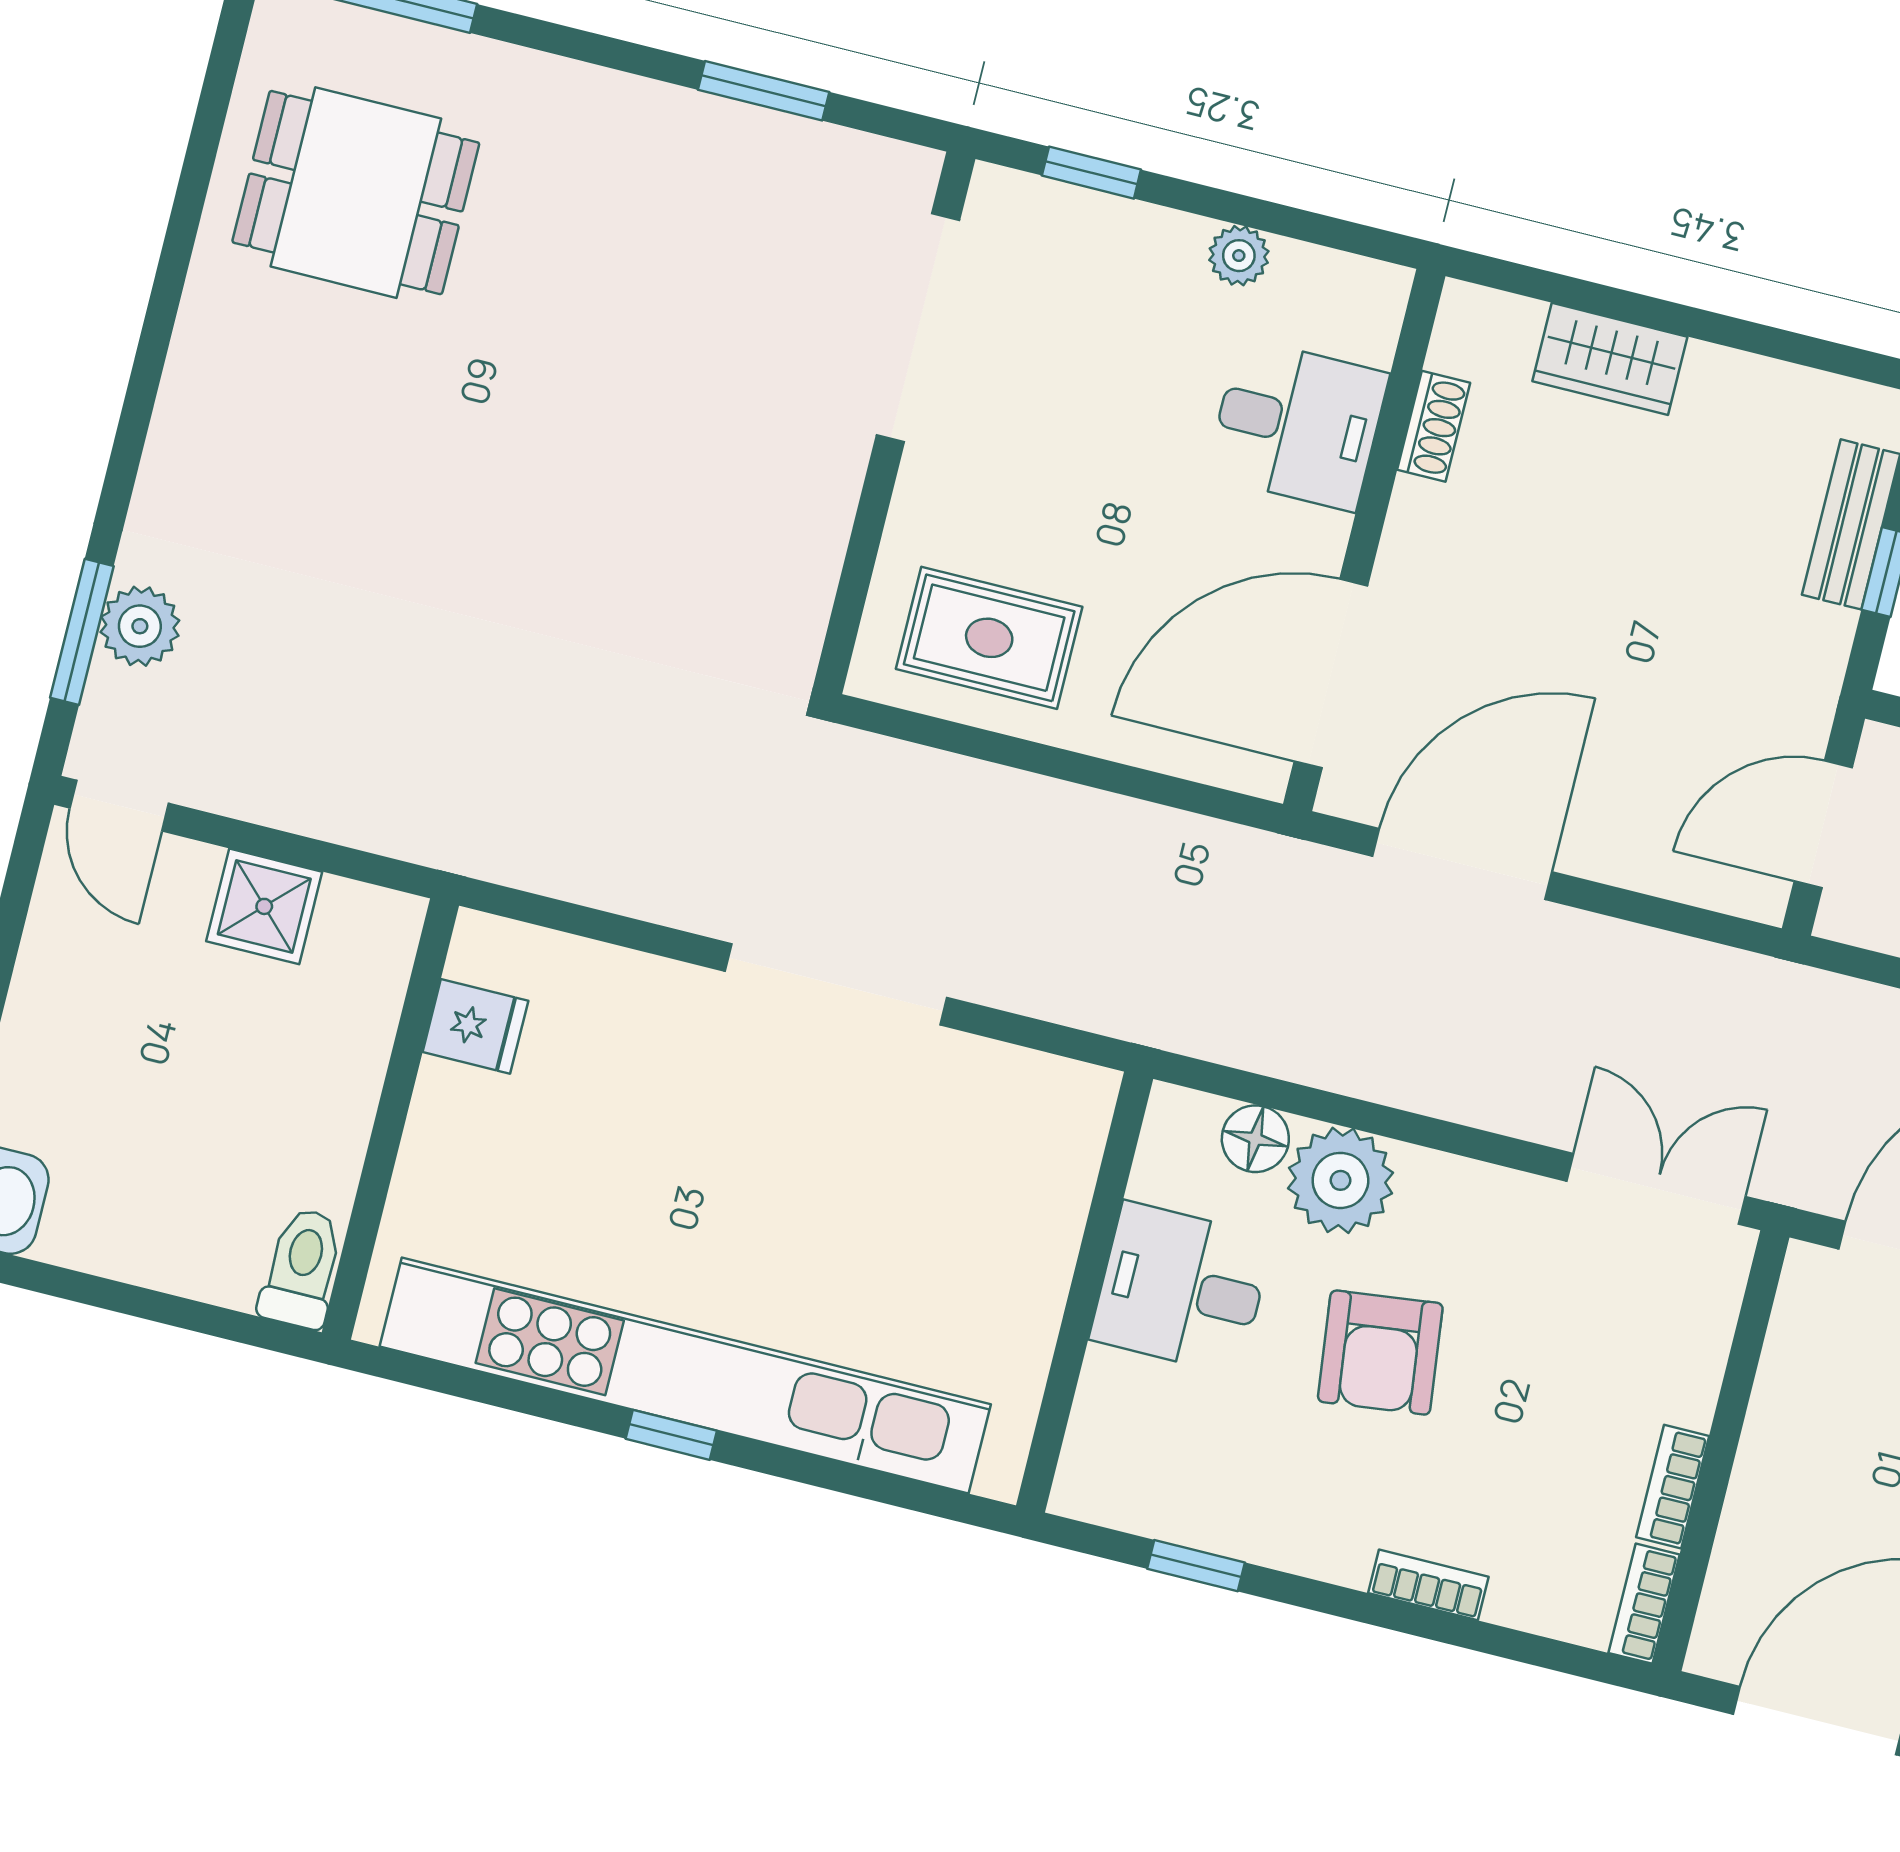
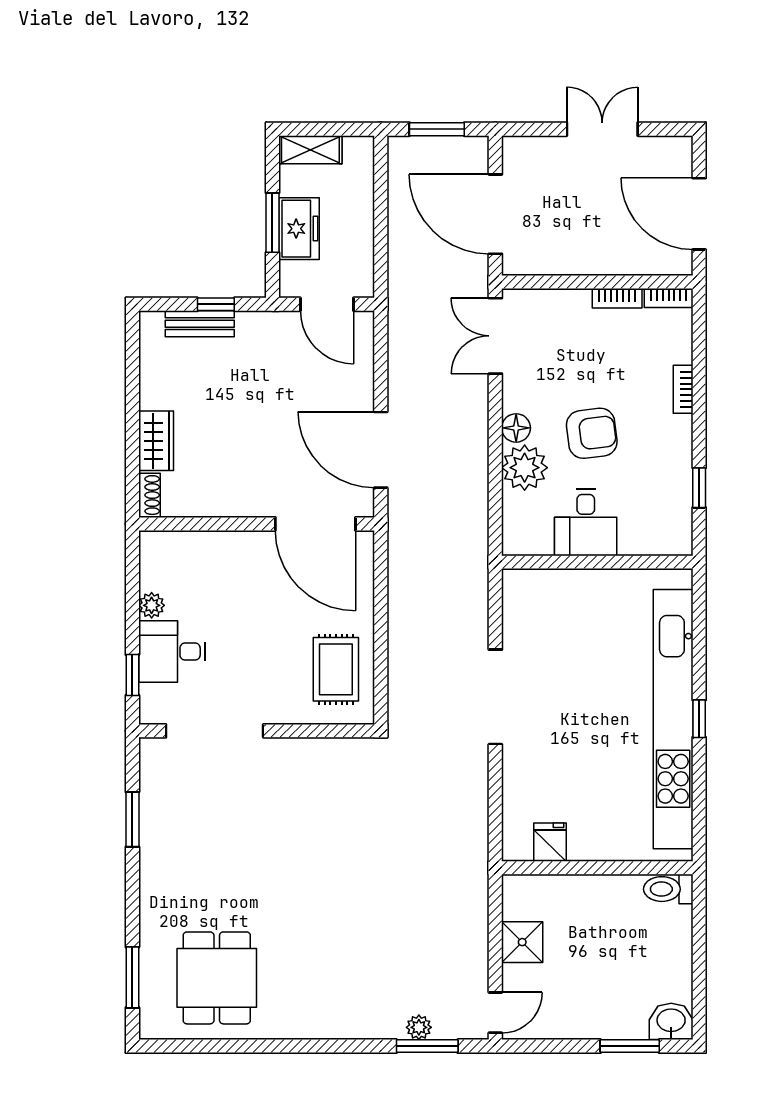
desk: (1297, 424) -> (172, 652), moved, turned -90
shoe rack: (1434, 426) -> (149, 495), moved, turned 90
plant: (140, 626) -> (419, 1027), width x0.73, depth x0.73
floor lamp: (1255, 1139) -> (516, 428), moved

